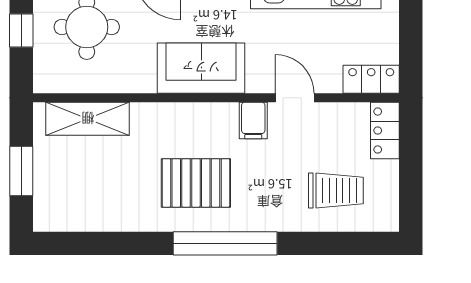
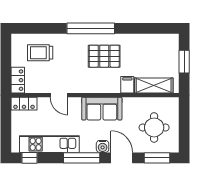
window: (21, 31) -> (184, 126), removed
filing cabinet: (253, 120) -> (127, 85), moved

